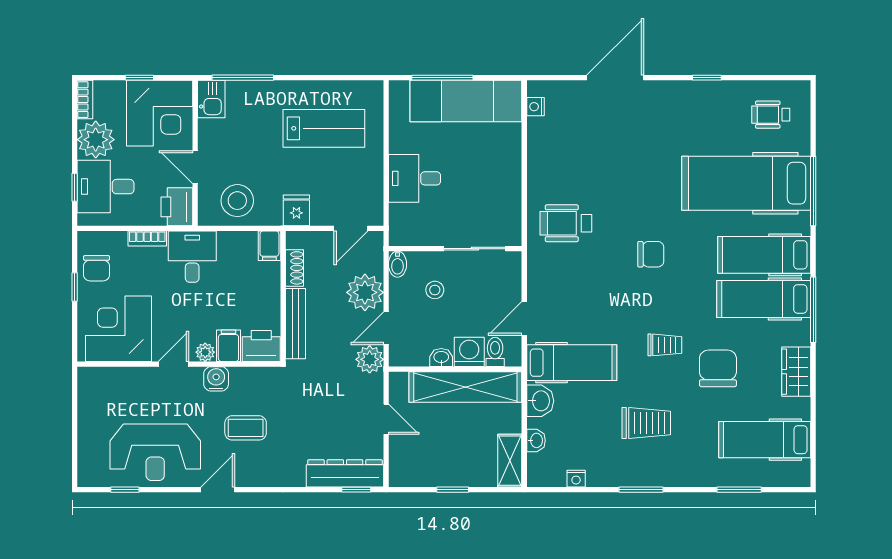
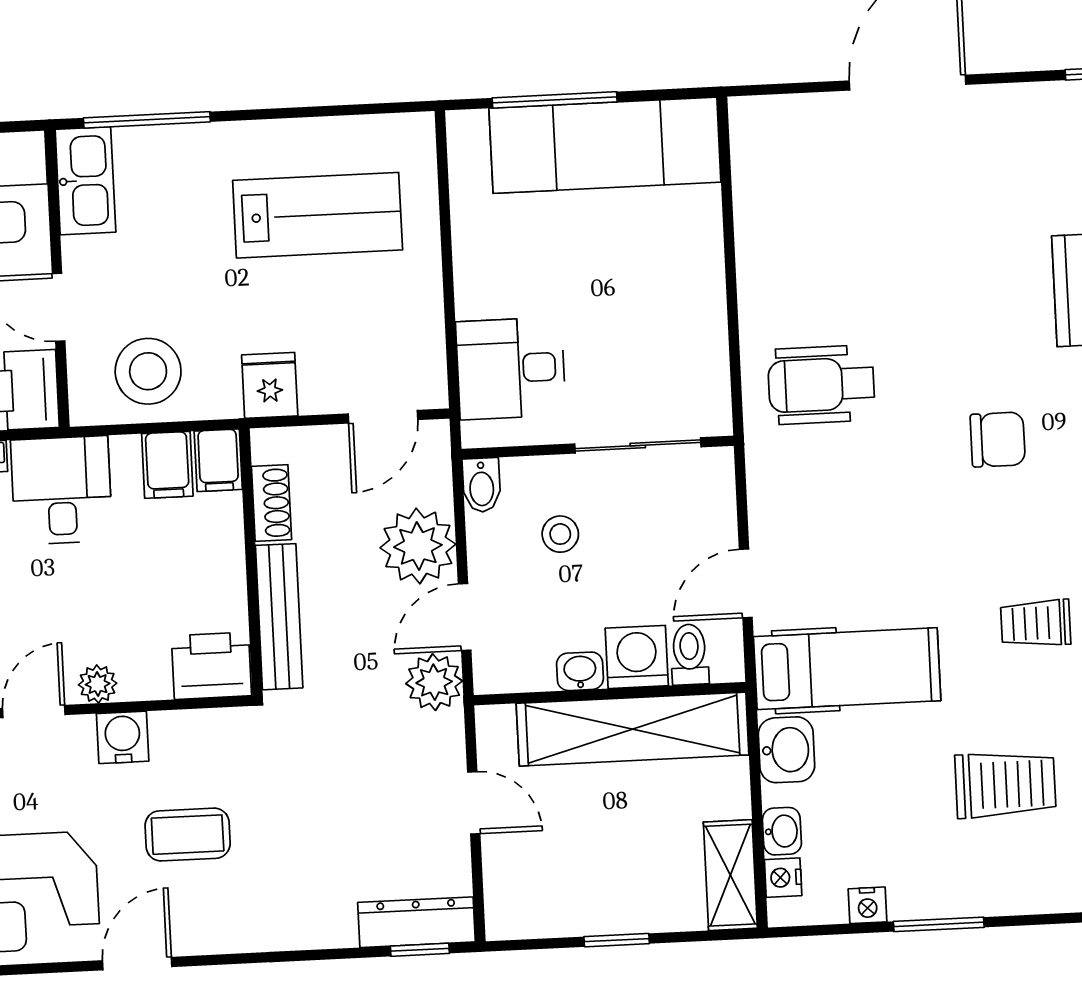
kitchen sink: (211, 99) -> (85, 181), width x1.38
nightstand: (535, 107) -> (783, 878), moved
desk: (415, 178) -> (511, 368), moved
trolley: (665, 345) -> (1036, 623), turned 180
filing cabinet: (228, 346) -> (167, 465), moved, turned 180
dresser: (345, 473) -> (417, 922), width x0.73, depth x0.80
window: (641, 490) -> (939, 924), moved

